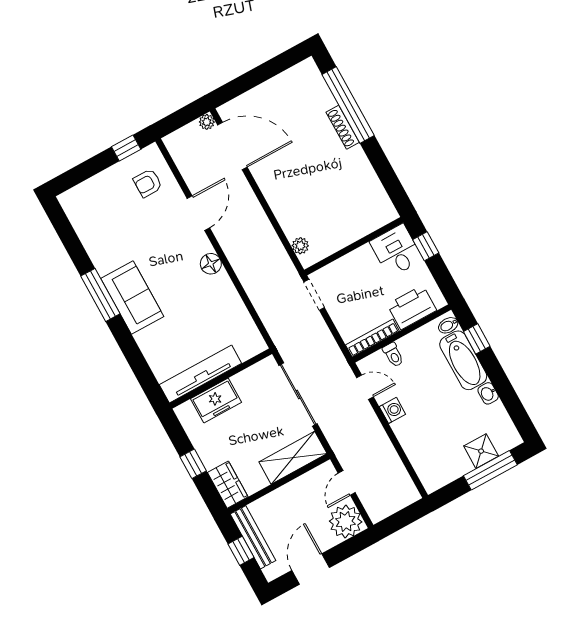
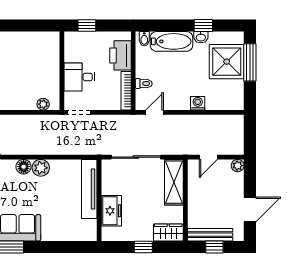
desk: (396, 251) -> (79, 77), moved
plant: (221, 285) -> (41, 168), added
window: (477, 339) -> (203, 26), moved
tv unit: (200, 374) -> (89, 189), moved
washing machine: (392, 410) -> (198, 103), moved
shower: (481, 451) -> (227, 62), width x1.86, depth x1.86
door: (347, 483) -> (208, 157), hinge flipped
plant: (346, 522) -> (238, 166), width x0.53, depth x0.53
door: (311, 569) -> (250, 209), swing flipped

